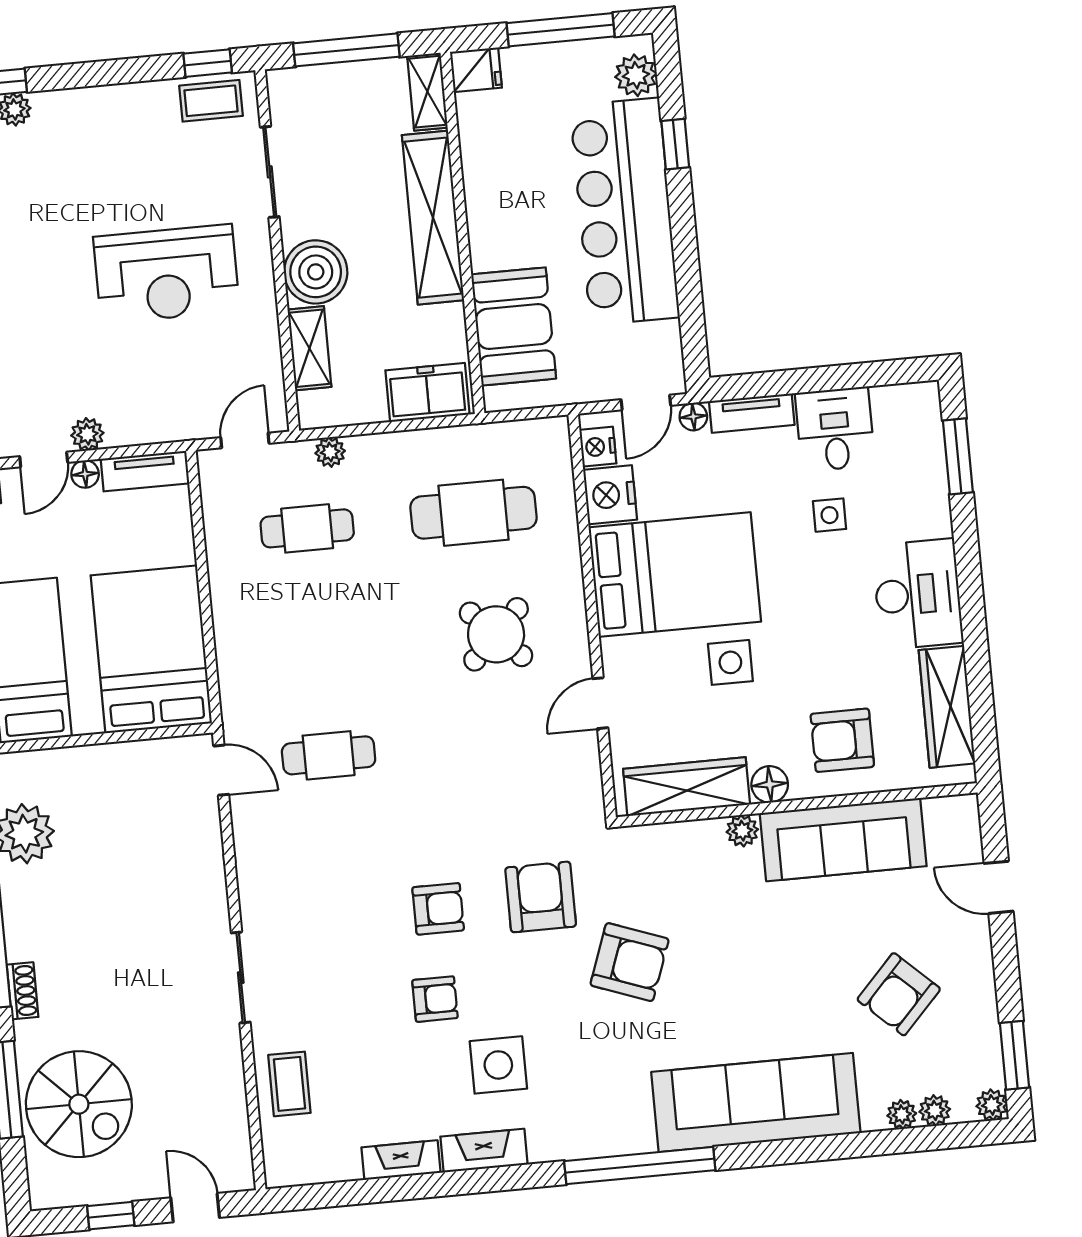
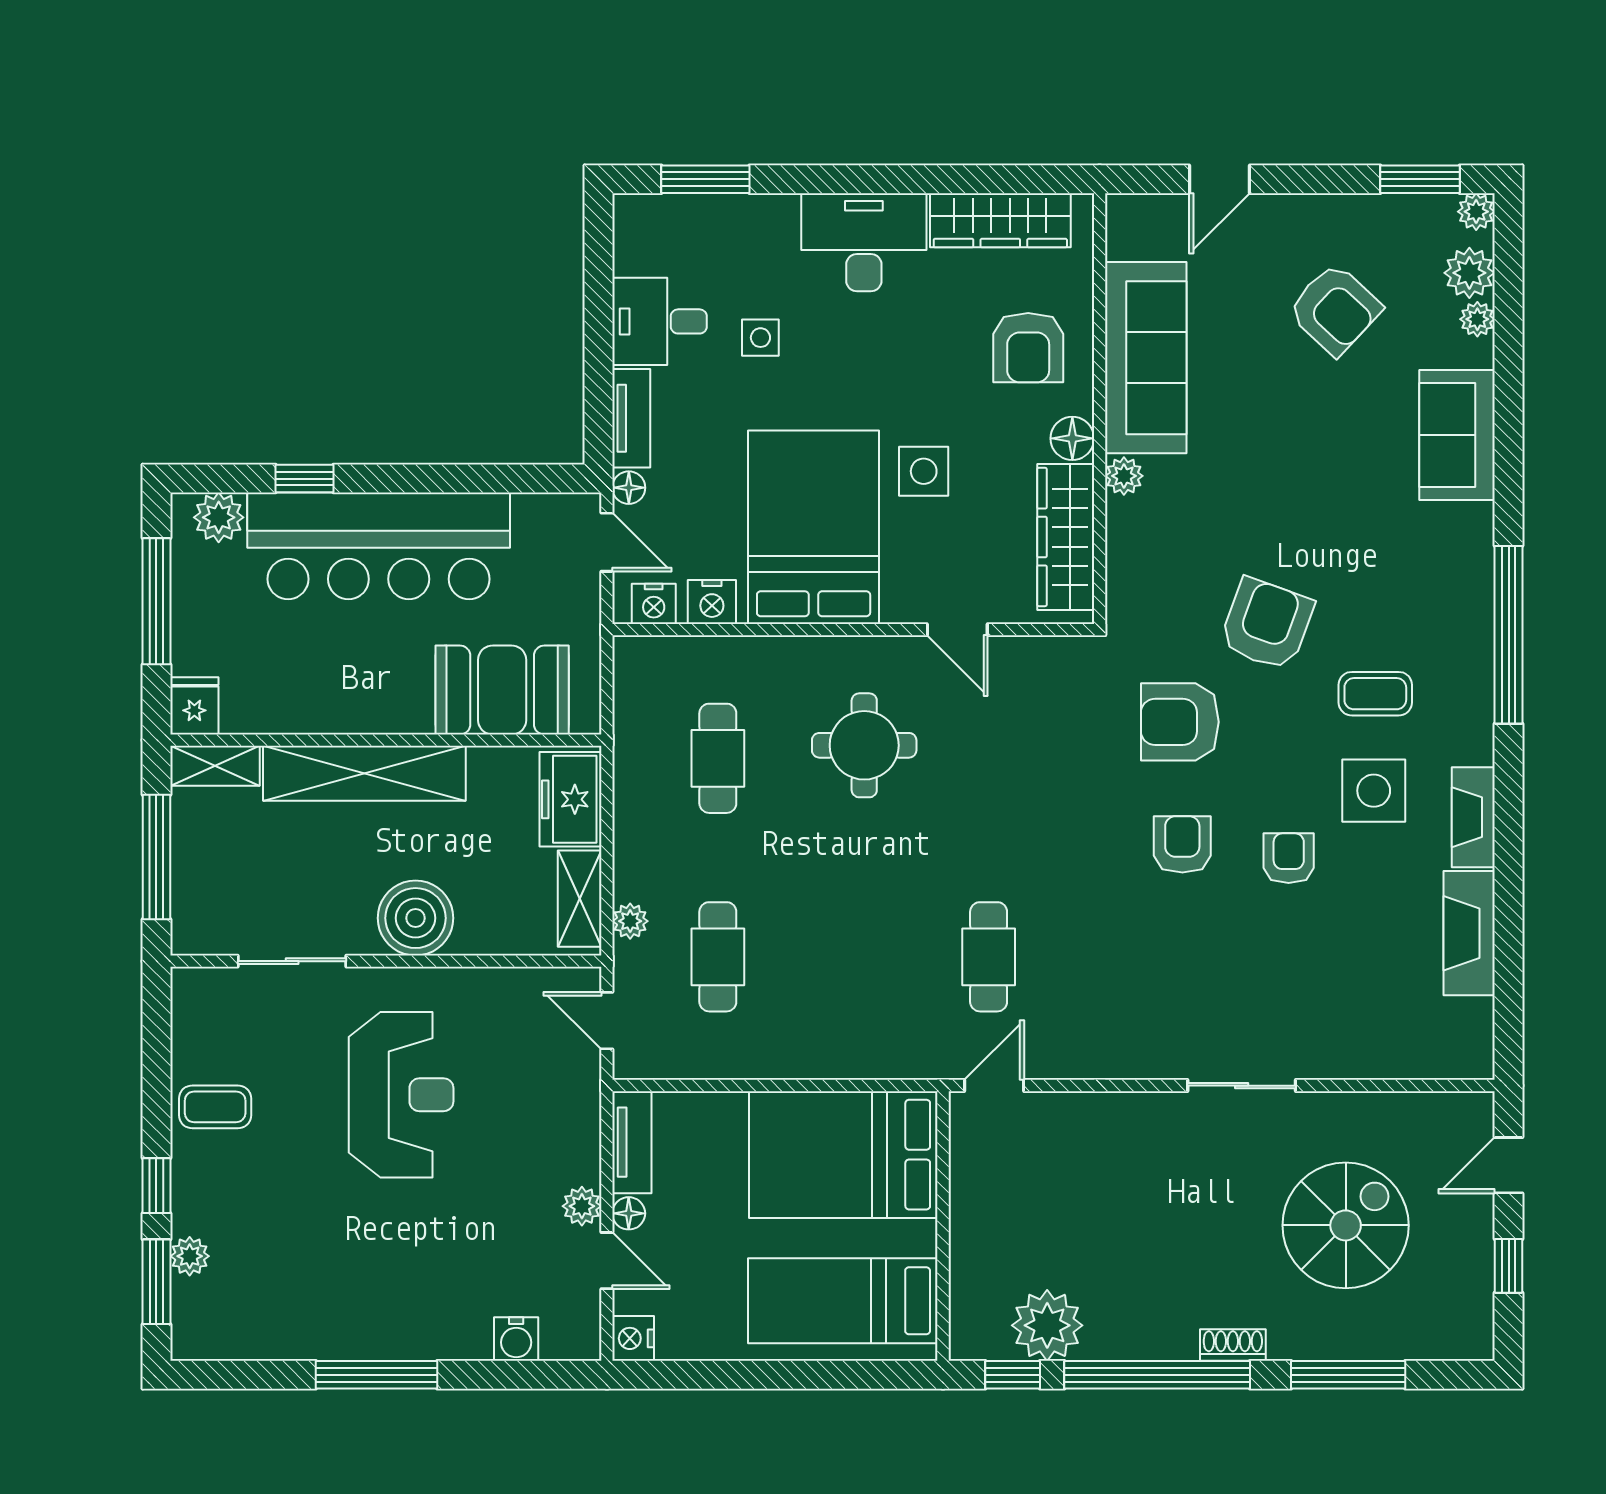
window: (208, 63) -> (156, 1186), moved
coffee table: (211, 101) -> (215, 1107), moved, turned 90
shelving: (309, 348) -> (580, 899), moved, turned 90
nightstand: (610, 495) -> (712, 602), width x0.74, depth x0.75
cafe table: (474, 513) -> (718, 758), width x0.73, depth x0.74
round table: (496, 634) -> (864, 745), turned 45
coffee table: (289, 1084) -> (1375, 694), moved
sofa: (756, 1102) -> (1457, 435), width x0.54, depth x0.79
spiral stairs: (79, 1104) -> (1346, 1225), moved
plant: (935, 1110) -> (1469, 273), width x1.38, depth x1.38
fireplace: (401, 1160) -> (1469, 933), width x1.37, depth x1.32

